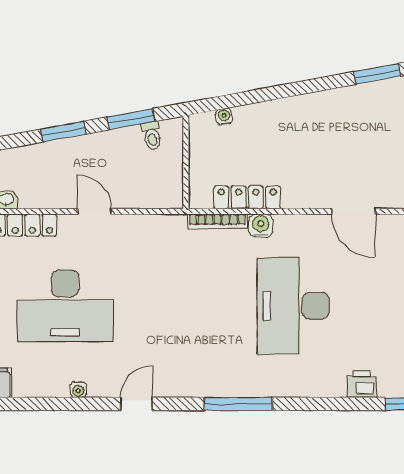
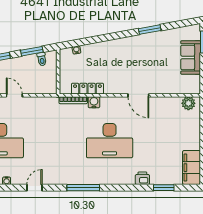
desk: (293, 306) -> (110, 141), turned -90

